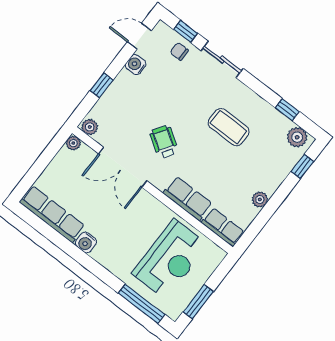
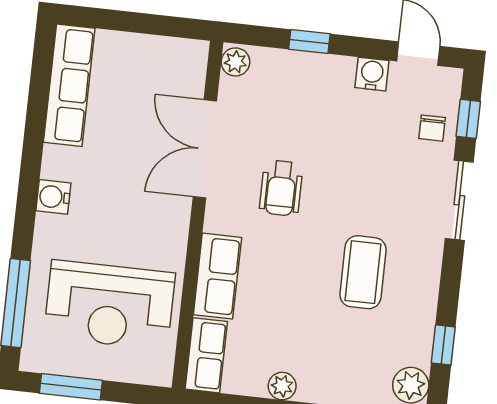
chair: (179, 51) -> (432, 128), turned 180
wheelchair: (164, 142) -> (281, 188), turned 147
plant: (73, 143) -> (196, 52), removed
water cooler: (86, 242) -> (53, 197), moved

